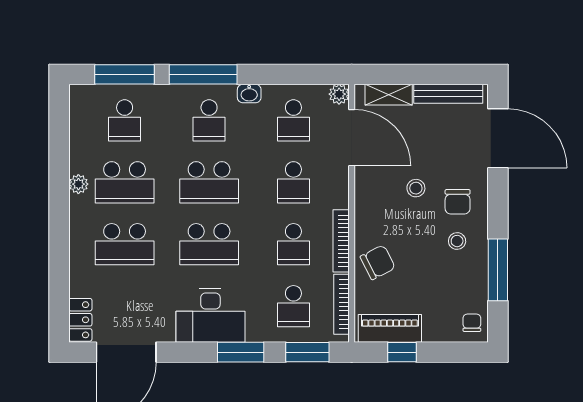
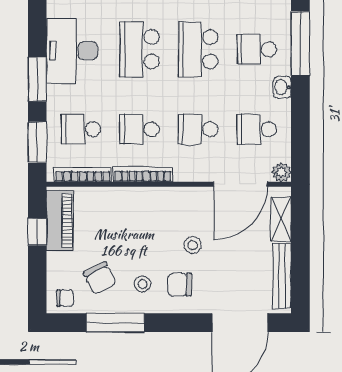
chair: (378, 262) -> (100, 278), moved

